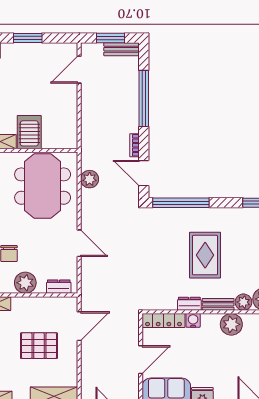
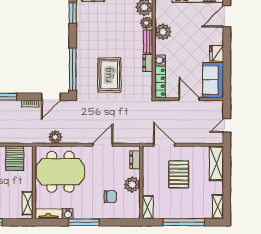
server rack: (29, 132) -> (15, 158), moved, turned -90
rug: (205, 255) -> (109, 75), moved, turned 90

